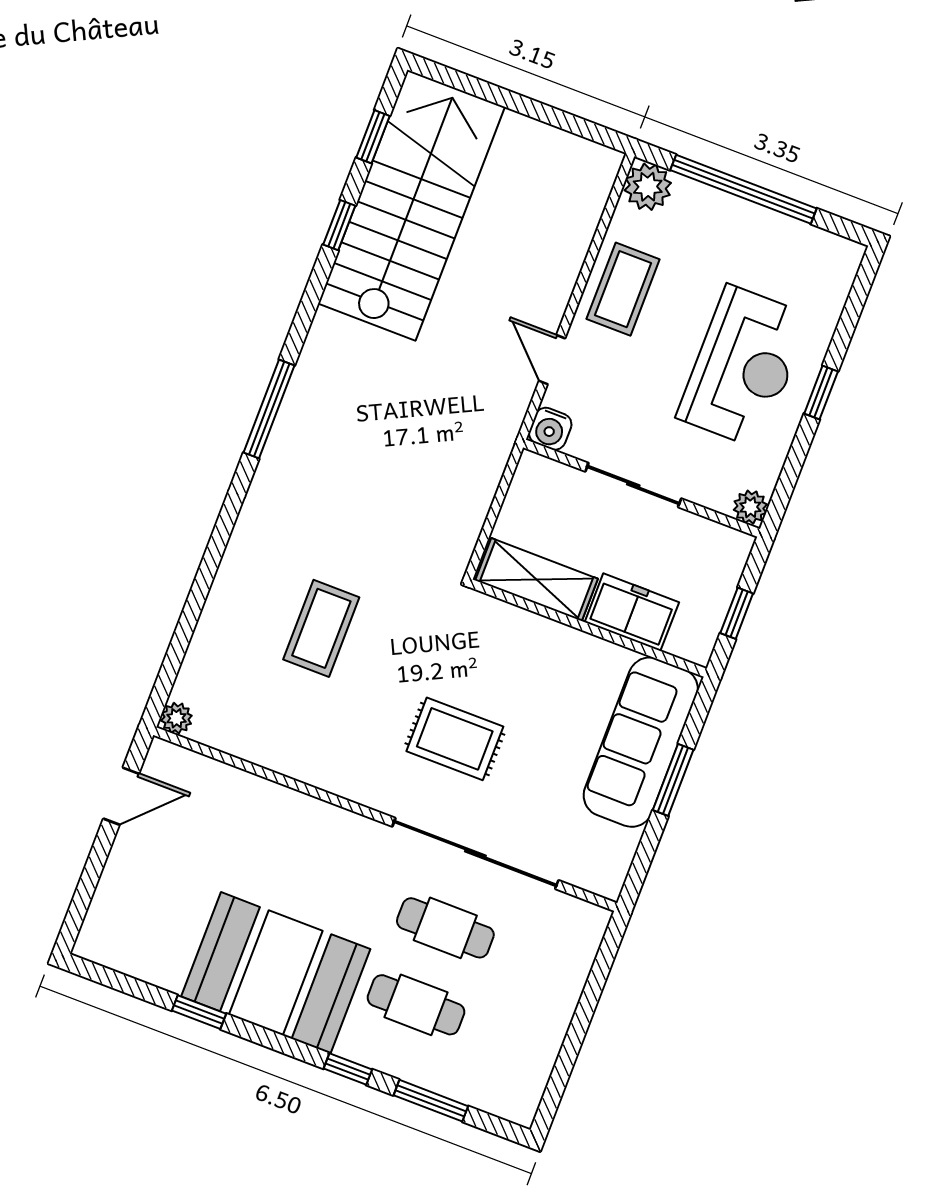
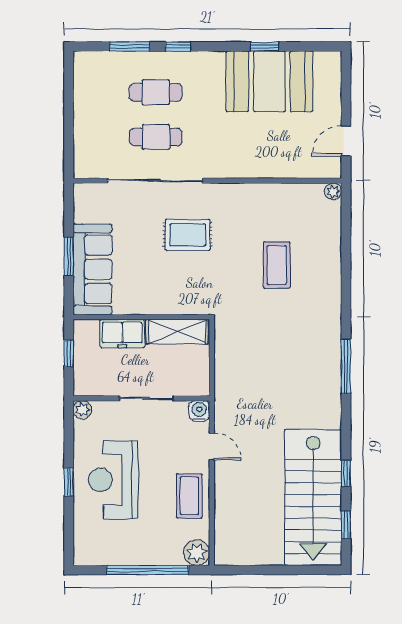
booth: (276, 973) -> (269, 81), moved

